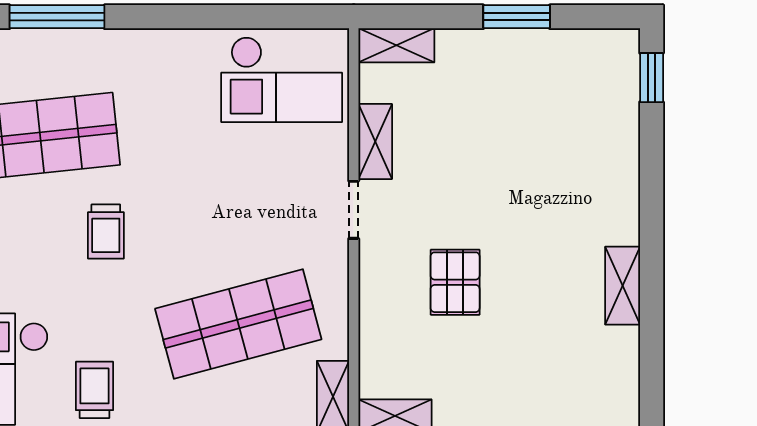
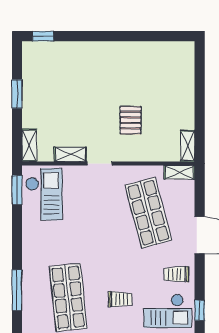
window: (292, 17) -> (17, 190), added
trolley: (106, 232) -> (120, 299), moved
pallet: (455, 282) -> (130, 120), turned 90
shelving: (623, 286) -> (132, 49), removed

